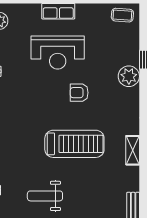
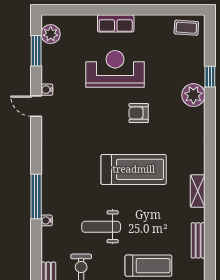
reception desk: (58, 52) -> (115, 69), turned 180
shelving: (133, 150) -> (198, 191), moved

